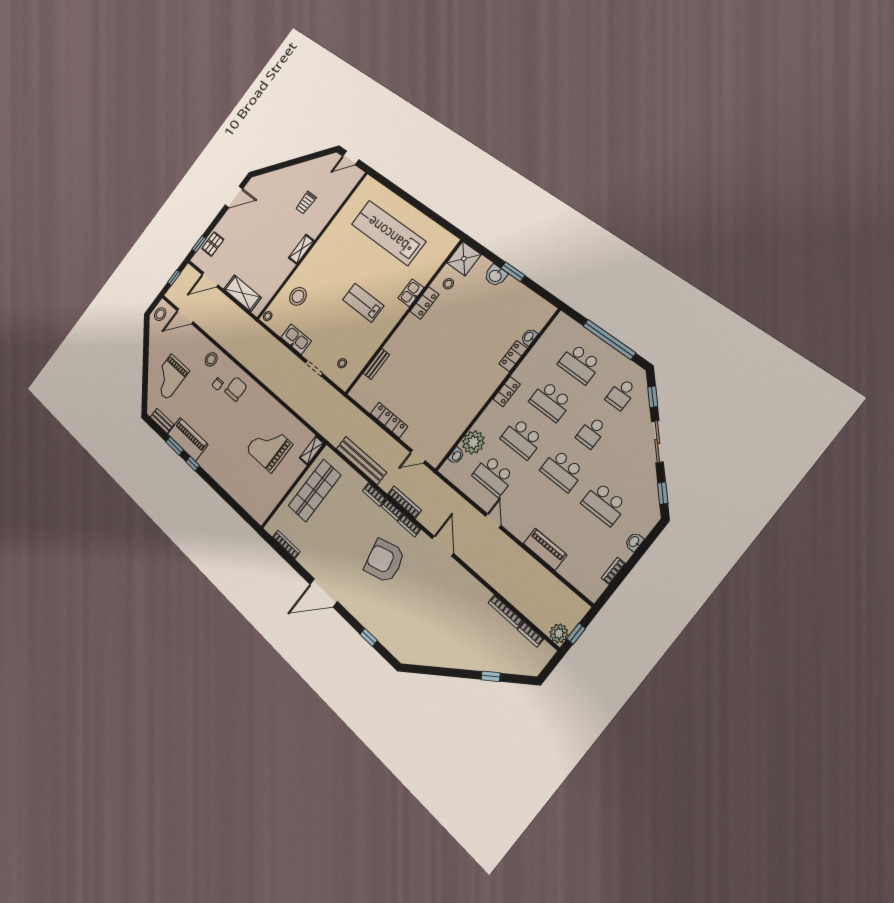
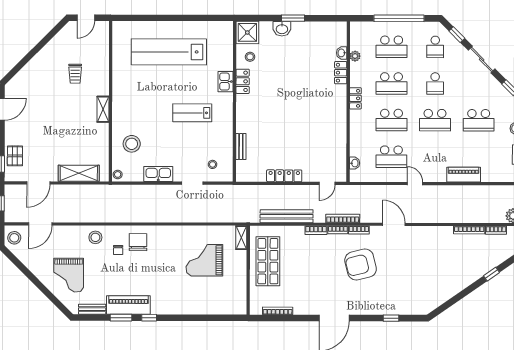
plant: (473, 442) -> (355, 56), moved, width x0.53, depth x0.53

